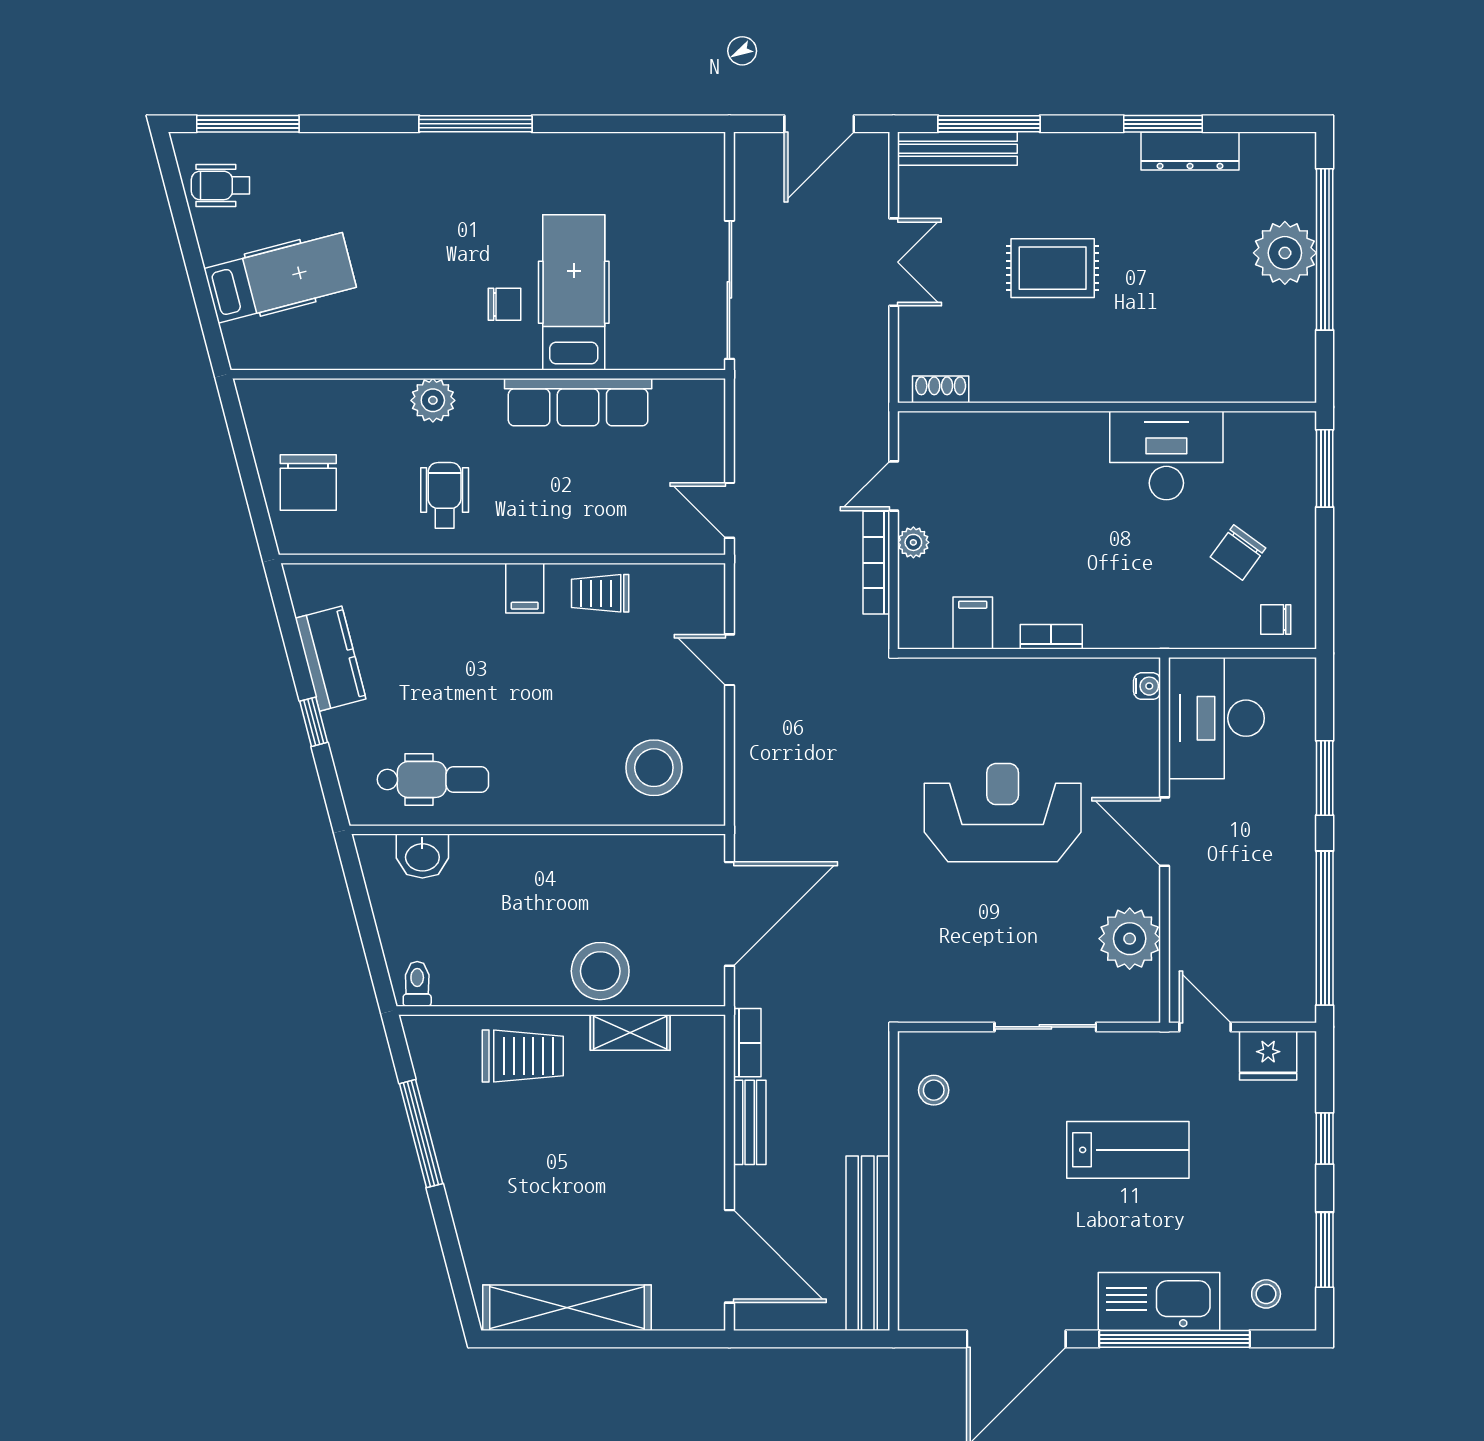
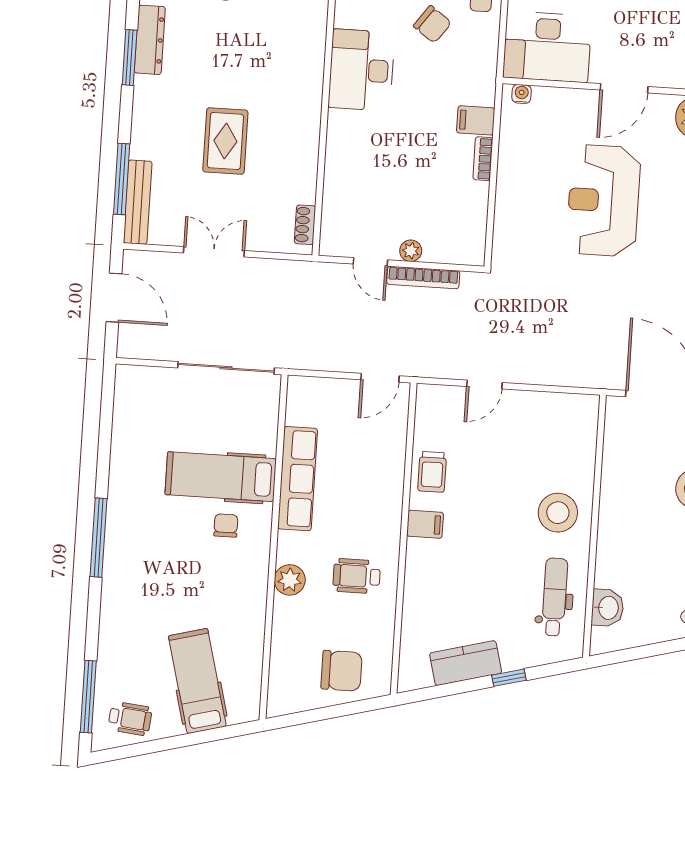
wheelchair: (221, 185) -> (130, 719), turned -84
filing cabinet: (973, 623) -> (476, 120), moved
stool: (654, 768) -> (558, 513), moved

